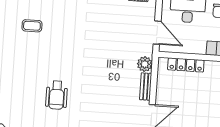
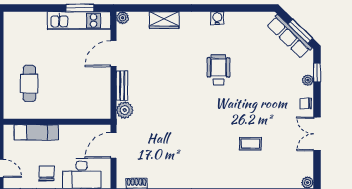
door: (157, 33) -> (113, 145), hinge flipped
locker: (186, 65) -> (80, 112), removed

